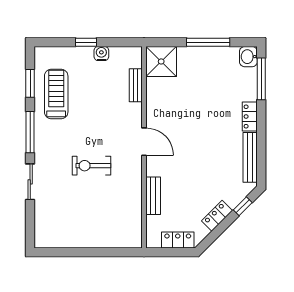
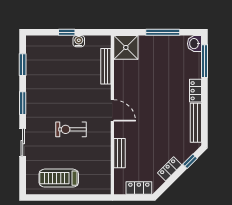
bench: (136, 85) -> (106, 66), width x1.36
treadmill: (56, 94) -> (59, 178), moved, turned -90
window: (30, 132) -> (23, 103), width x0.69

